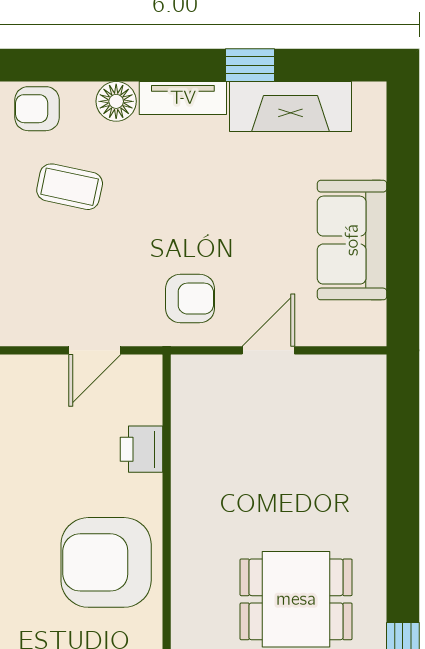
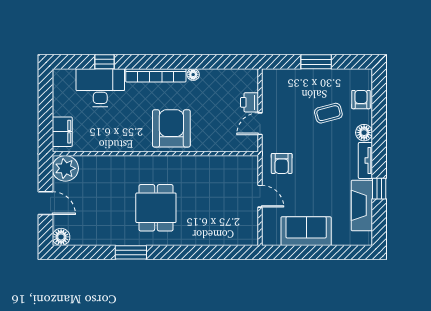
coffee table: (70, 187) -> (328, 113), turned 63
door: (95, 350) -> (260, 124), hinge flipped
printer: (141, 449) -> (249, 102), moved, turned -90

